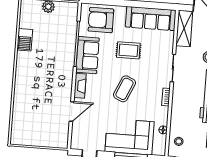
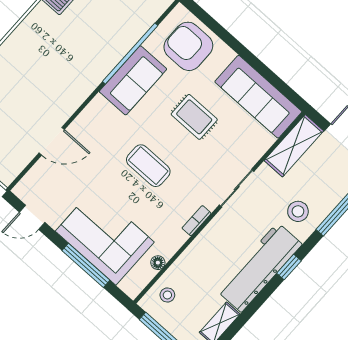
fireplace: (80, 86) -> (90, 115), removed
coffee table: (125, 89) -> (148, 166), turned 66

